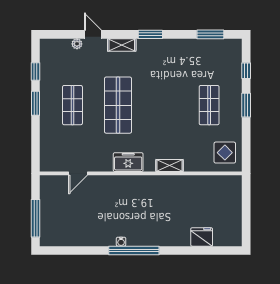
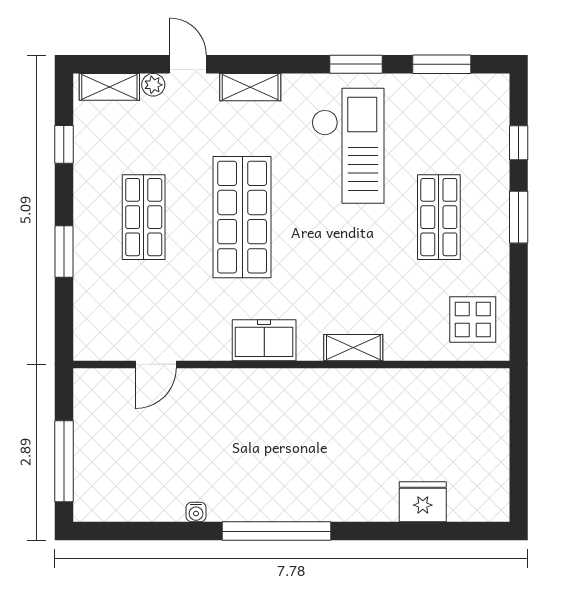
window: (150, 34) -> (356, 64), moved
shelving: (57, 45) -> (109, 87), added
checkout: (167, 72) -> (348, 146), added
window: (36, 103) -> (64, 251), moved
water cooler: (121, 242) -> (196, 512), moved

